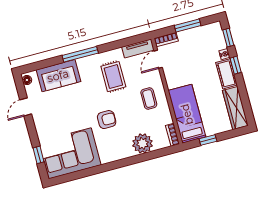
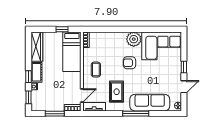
sofa: (58, 76) -> (150, 103), width x1.36
plant: (143, 143) -> (134, 39), moved
window: (39, 155) -> (184, 67), moved

